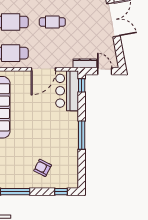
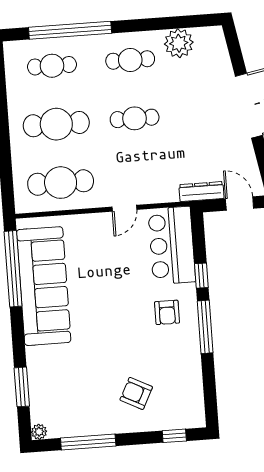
door: (43, 69) -> (124, 208), width x0.53
window: (82, 85) -> (201, 276), moved
armchair: (62, 126) -> (167, 312), added

